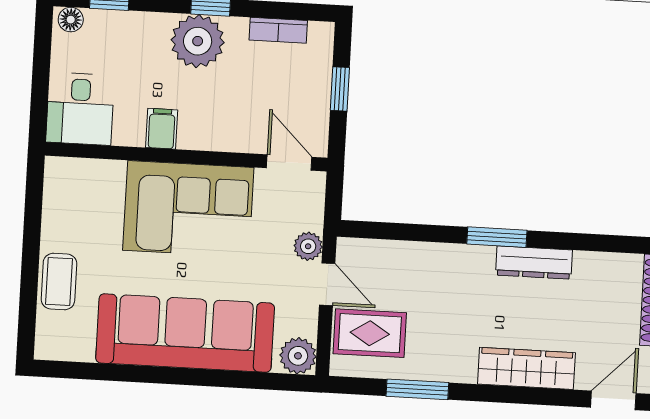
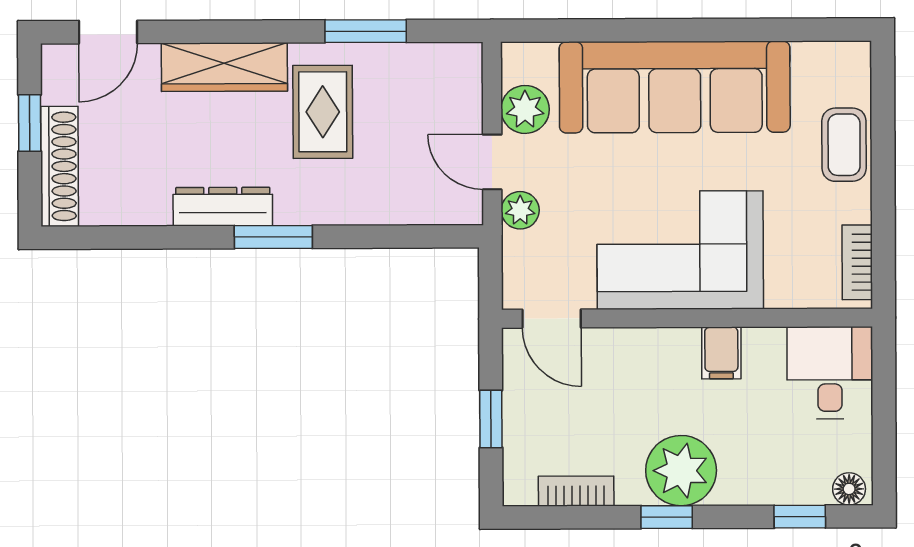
bookcase: (54, 191) -> (857, 262), added
rug: (370, 333) -> (323, 112), moved, turned 90
plant: (298, 356) -> (525, 109), moved

